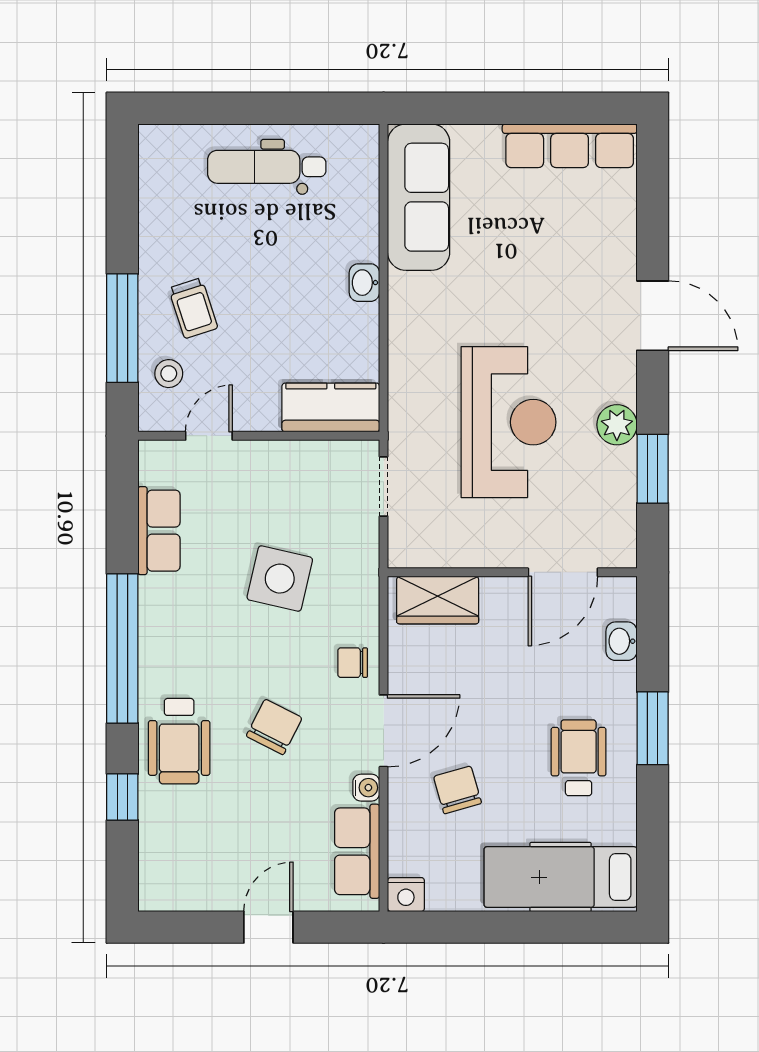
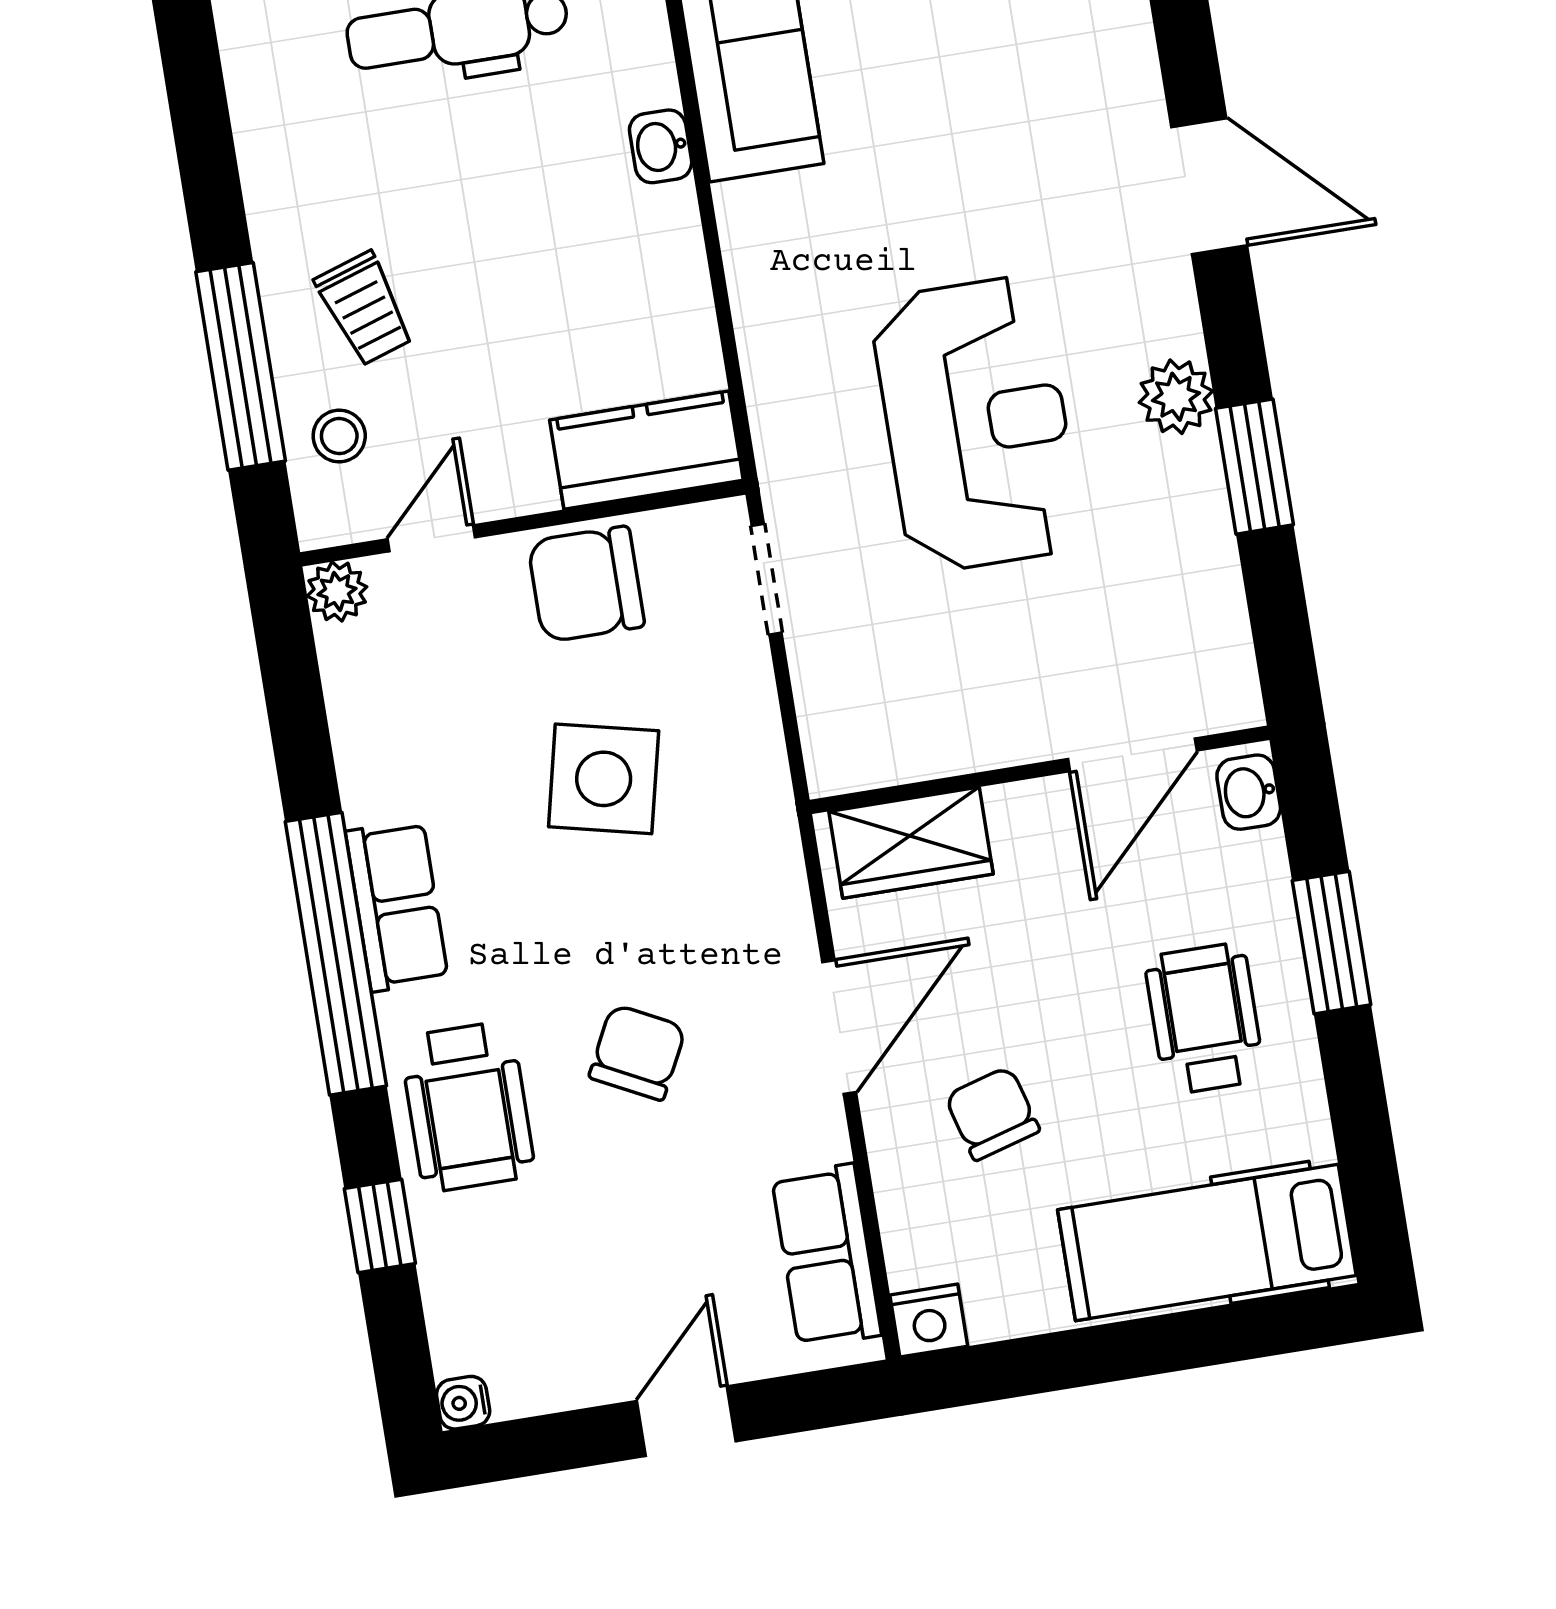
washbasin: (364, 283) -> (661, 146), moved
plant: (154, 456) -> (337, 591), added
row of seats: (159, 531) -> (397, 906), moved
wall: (512, 572) -> (1040, 770), moved
door: (563, 572) -> (1132, 755), moved
wardrobe: (438, 600) -> (911, 843), moved
chair: (353, 663) -> (586, 584), moved, width x1.87, depth x1.87
water cooler: (366, 788) -> (463, 1403), moved, turned 180

